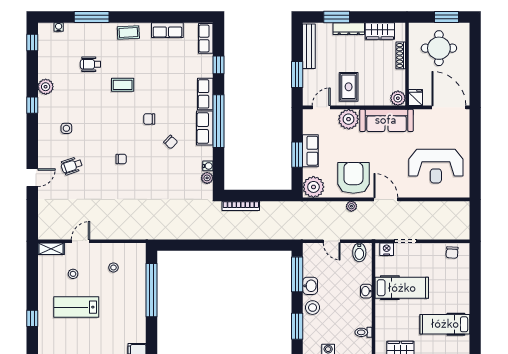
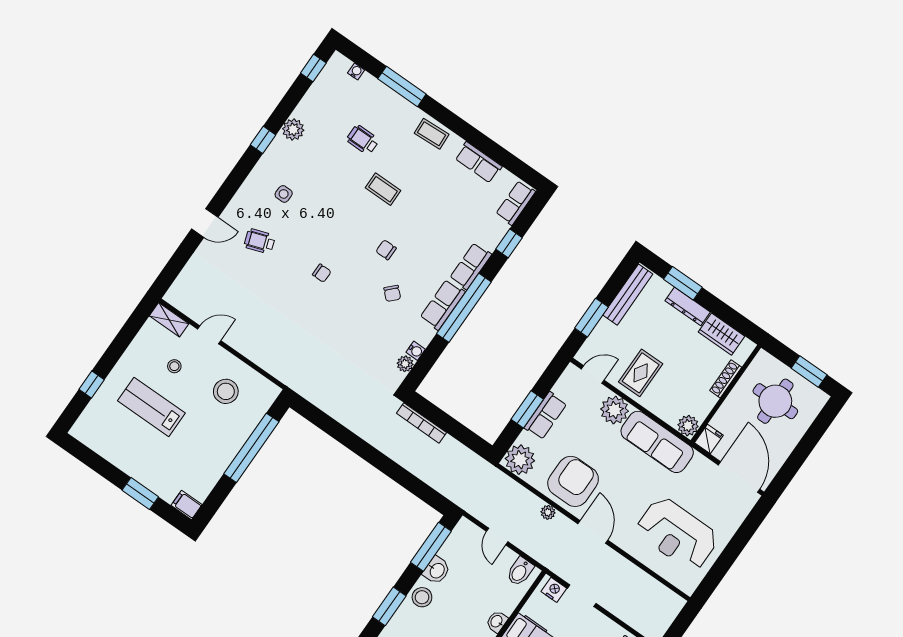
stool: (113, 267) -> (226, 391), width x1.89, depth x1.89

